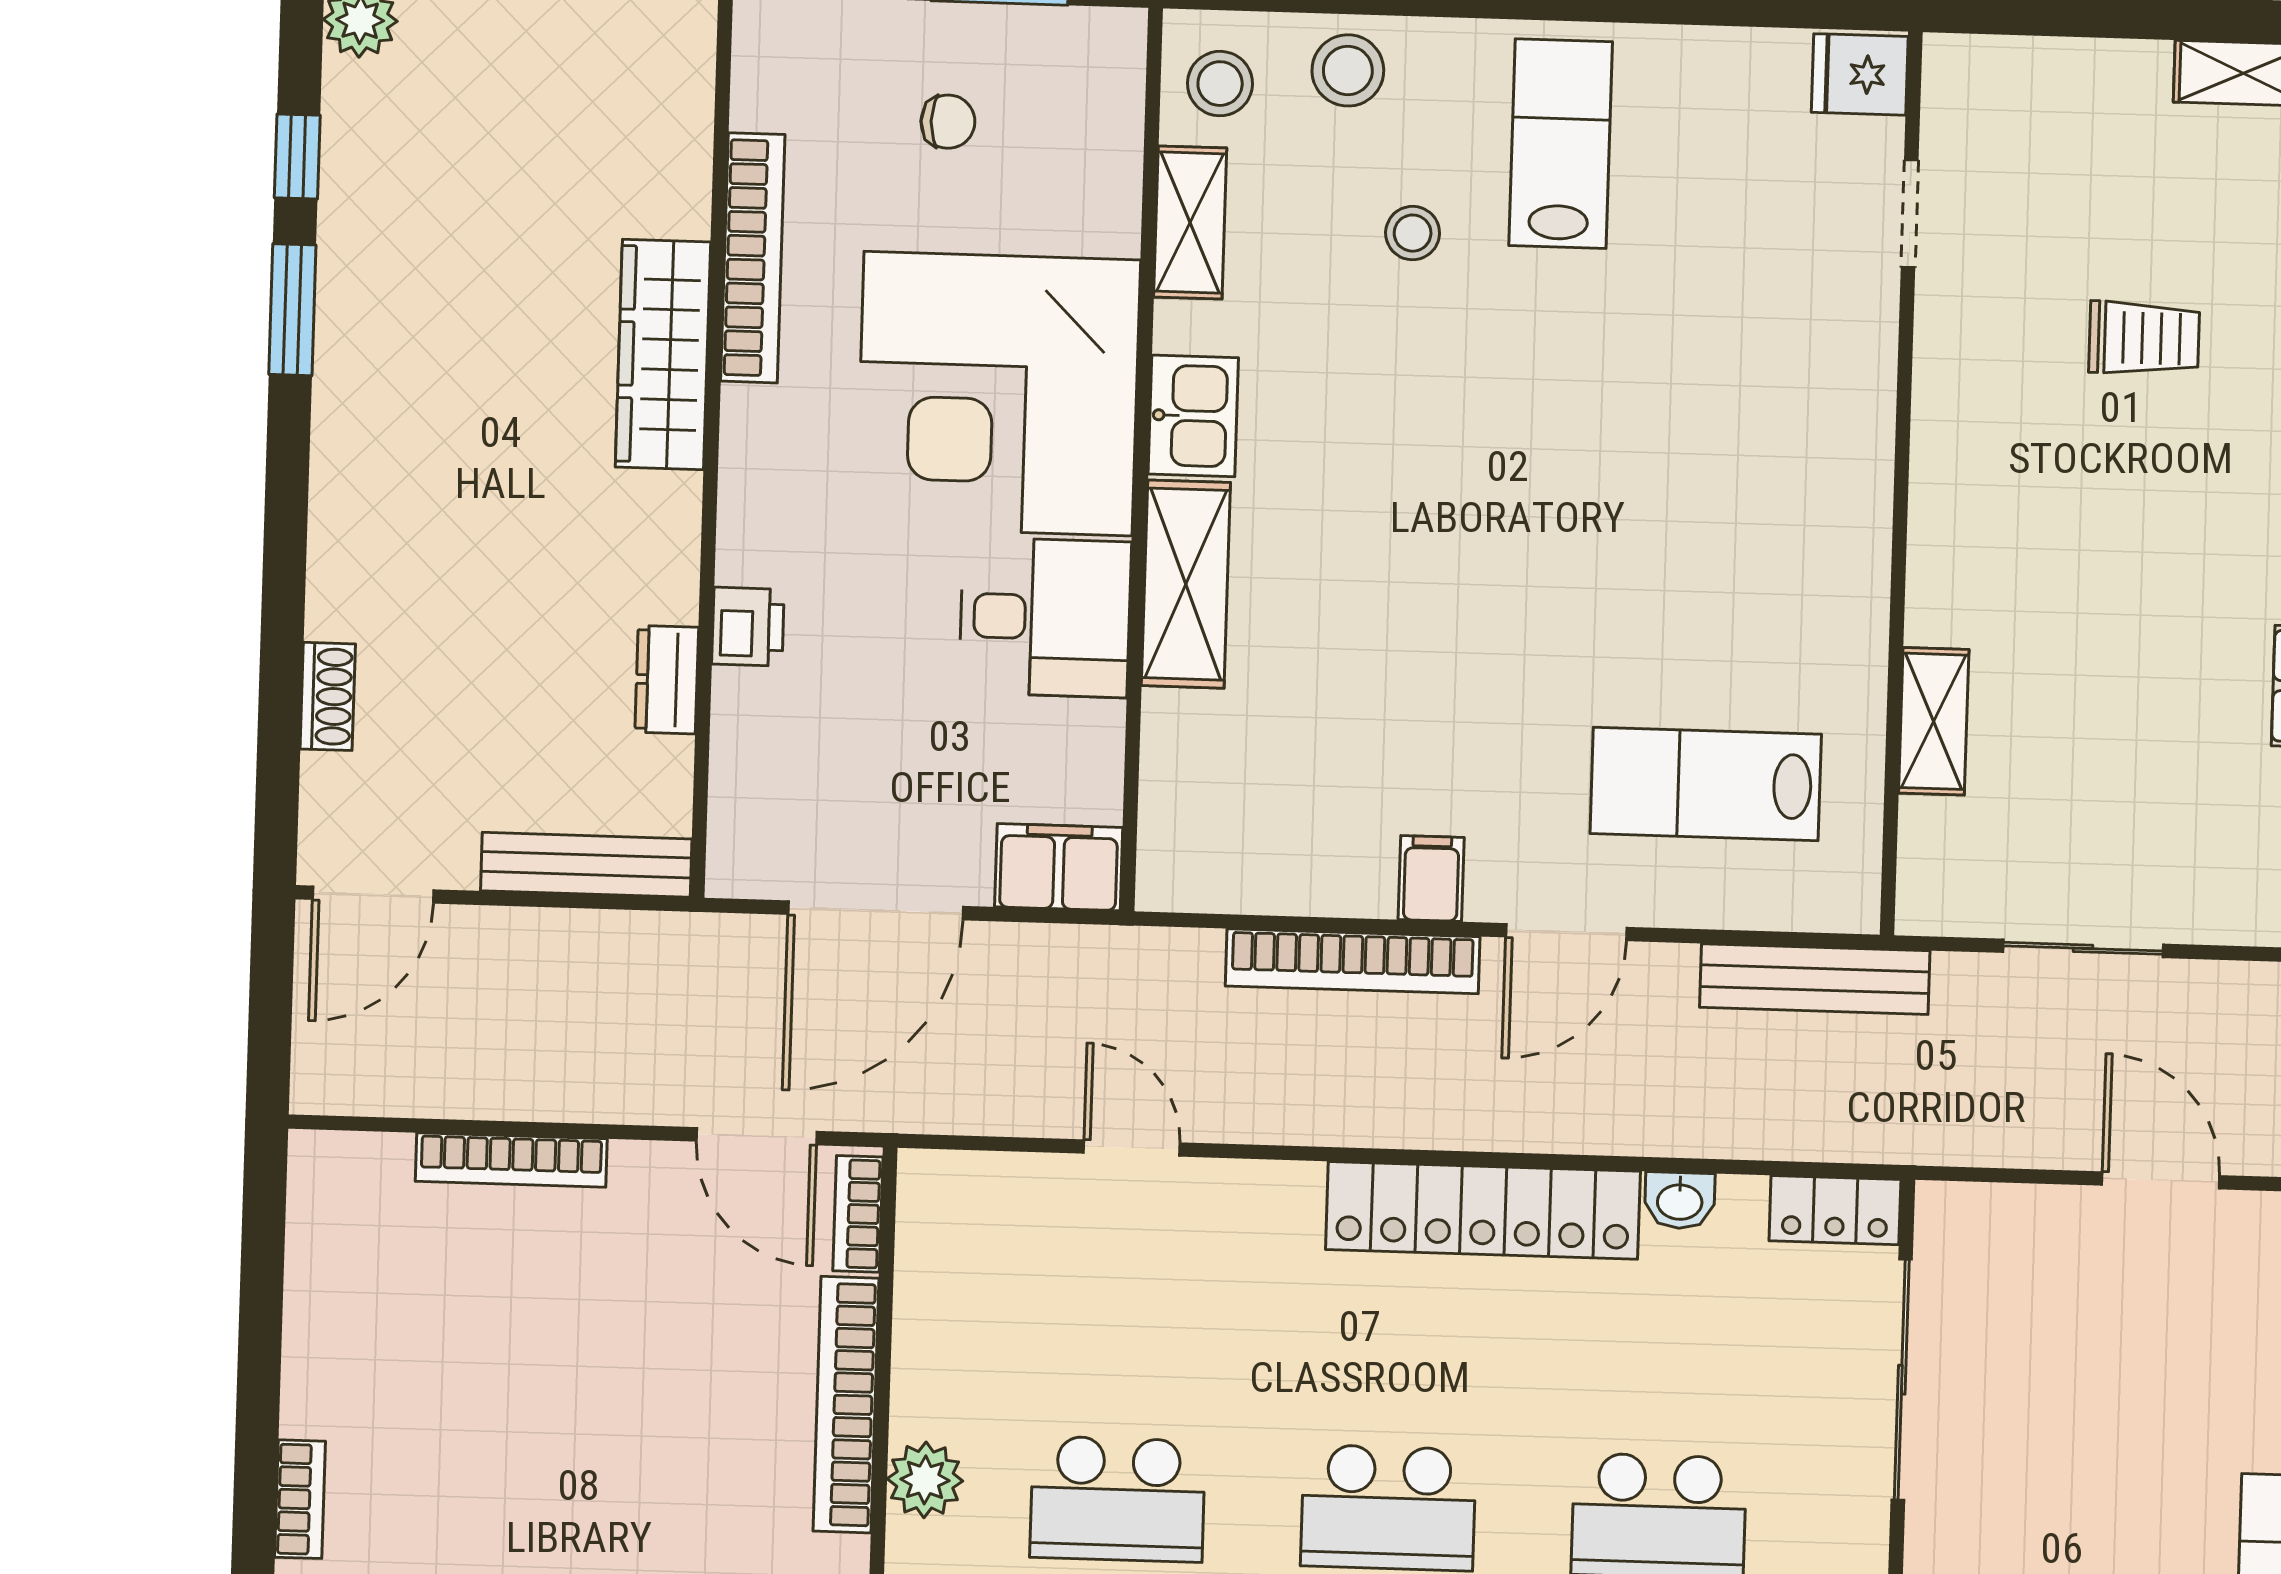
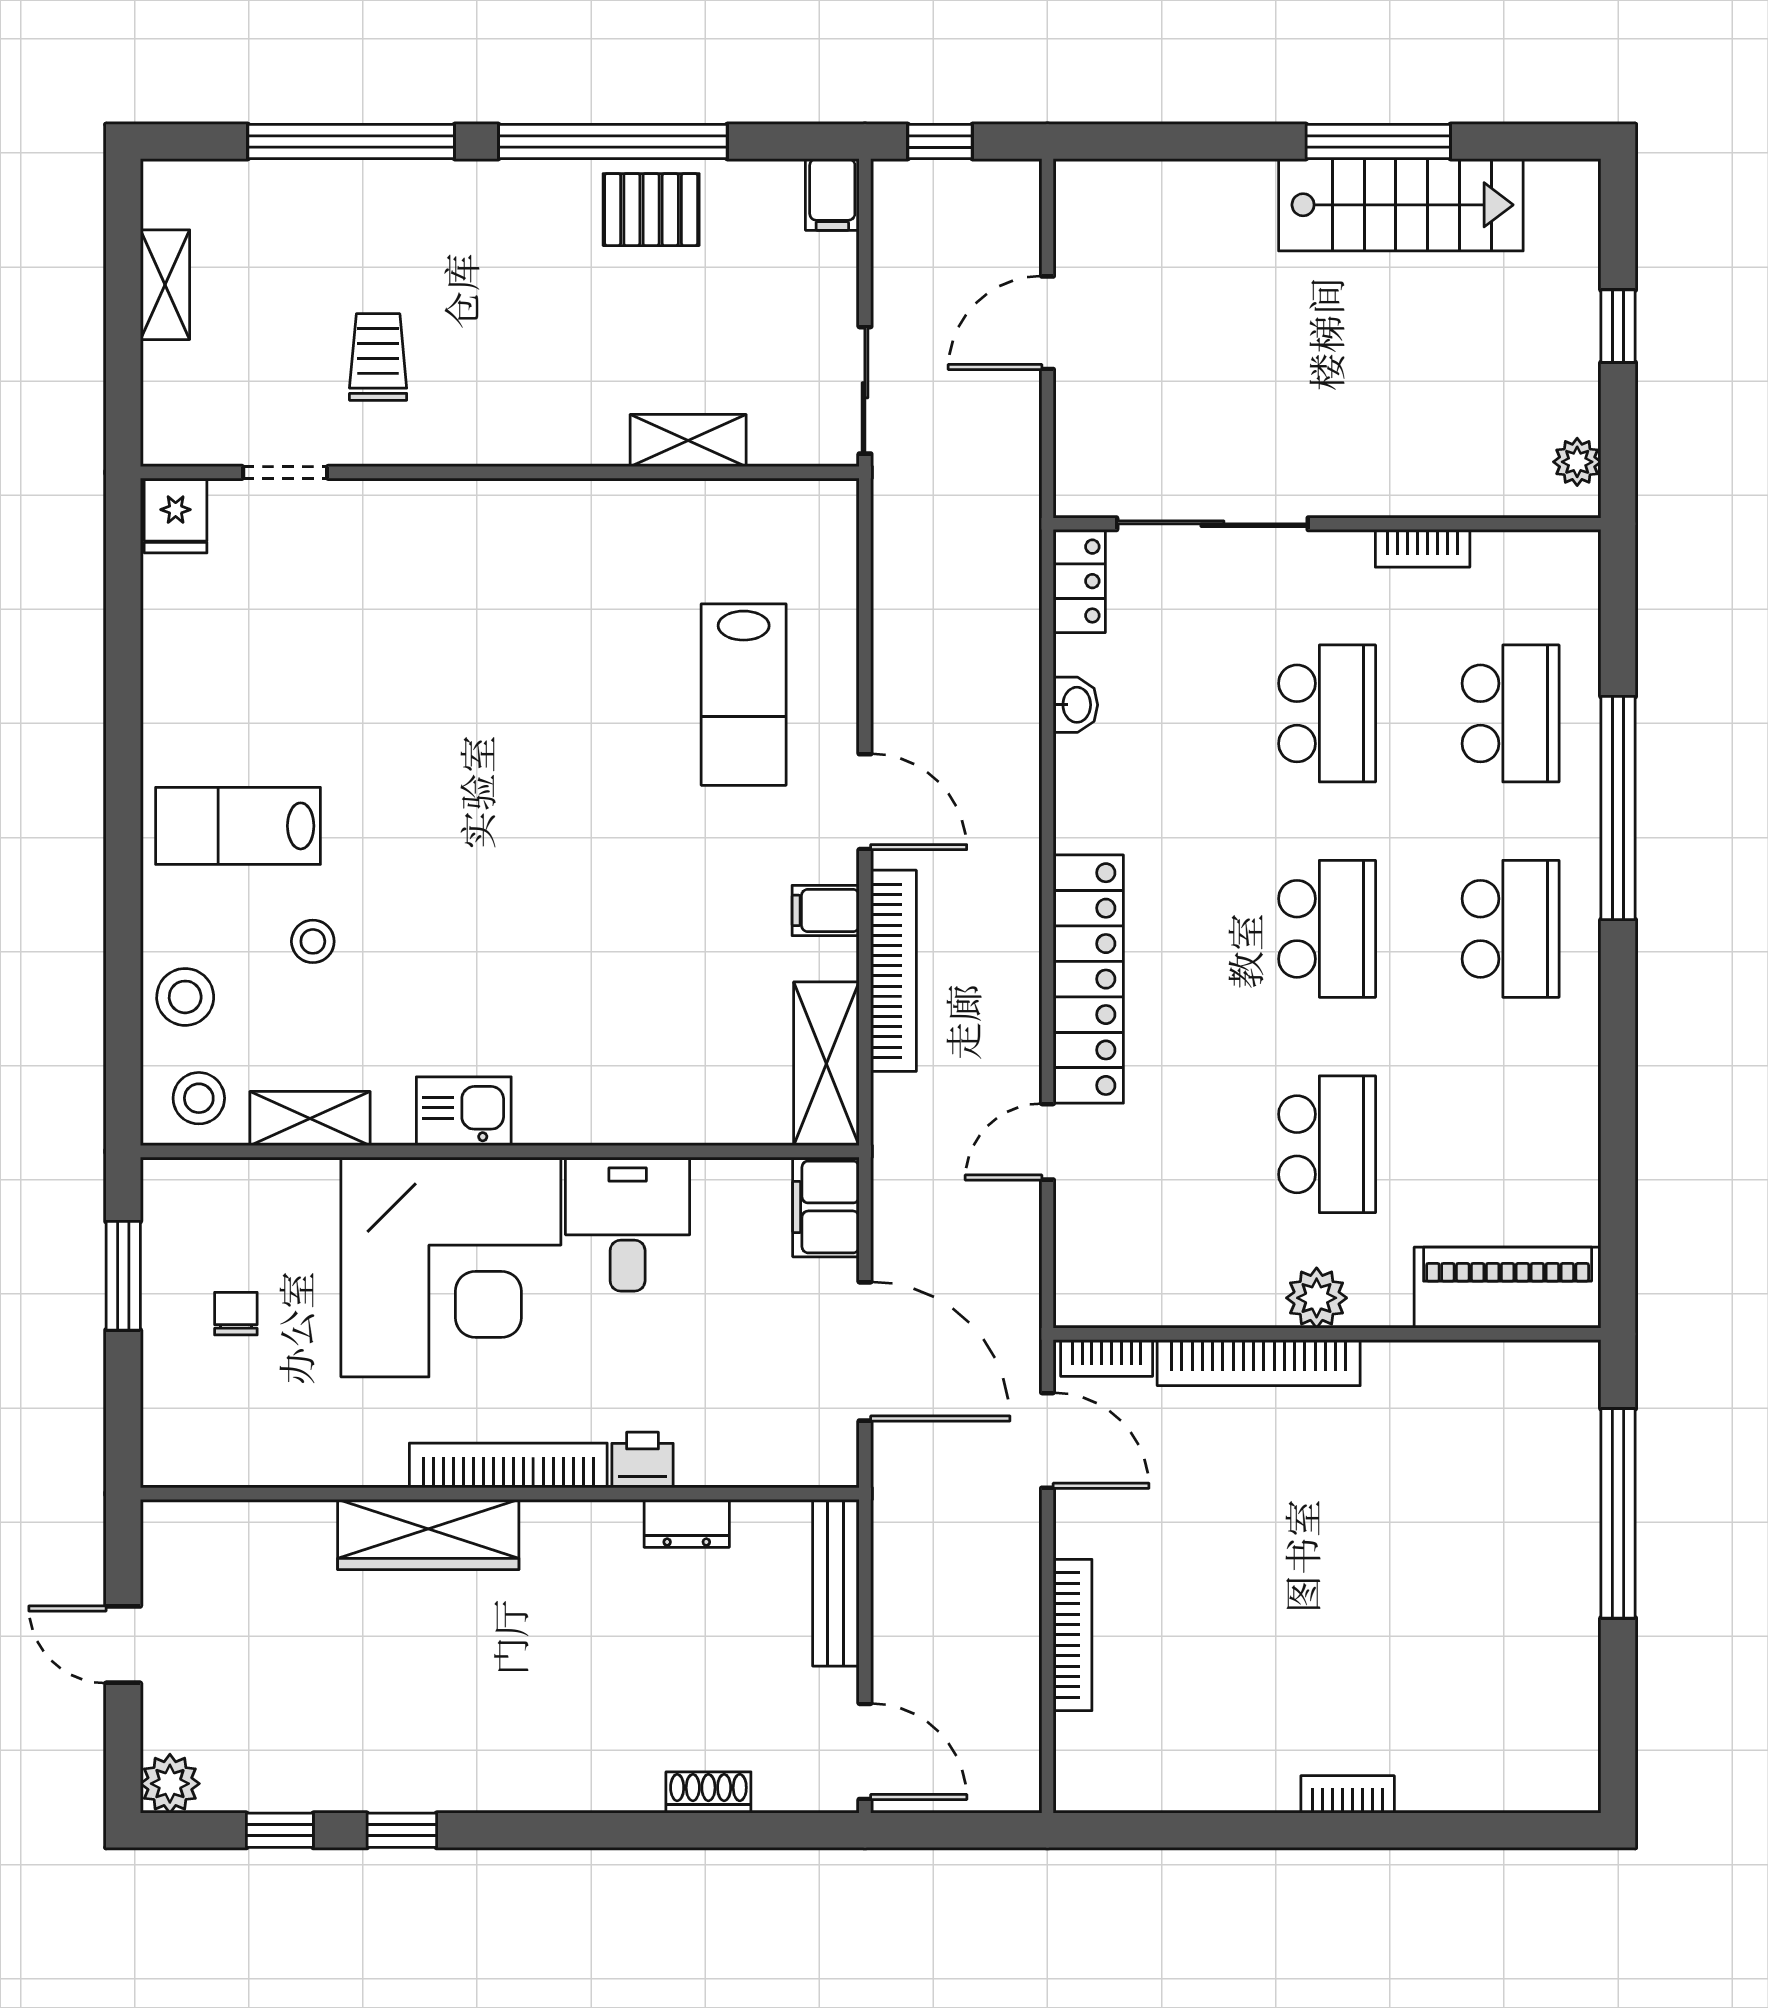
fridge: (1860, 74) -> (176, 516), moved
doorway: (1910, 214) -> (285, 472), moved
bookcase: (753, 258) -> (508, 1465), moved
window: (292, 310) -> (402, 1830), width x0.67
wall: (1901, 483) -> (500, 472), moved
shelving: (1186, 584) -> (826, 1064), moved, turned 90
shelving: (1934, 721) -> (688, 441), moved
bench: (1815, 979) -> (896, 603), removed
door: (757, 1136) -> (1047, 1440), hinge flipped
locker: (1483, 1210) -> (1088, 979), moved

